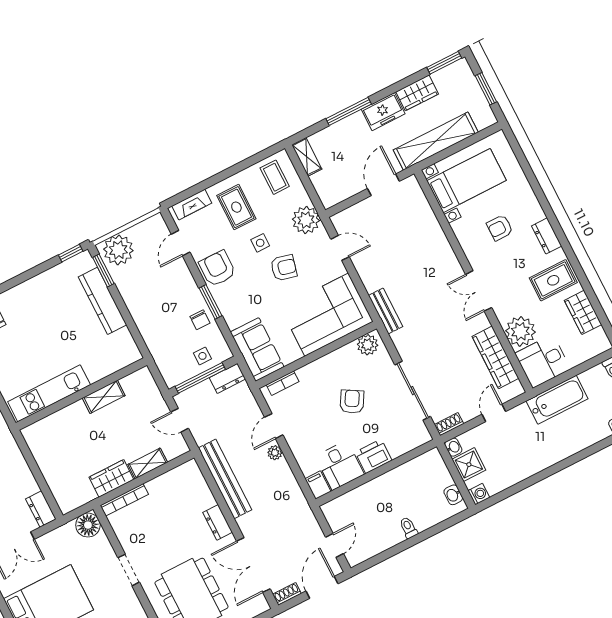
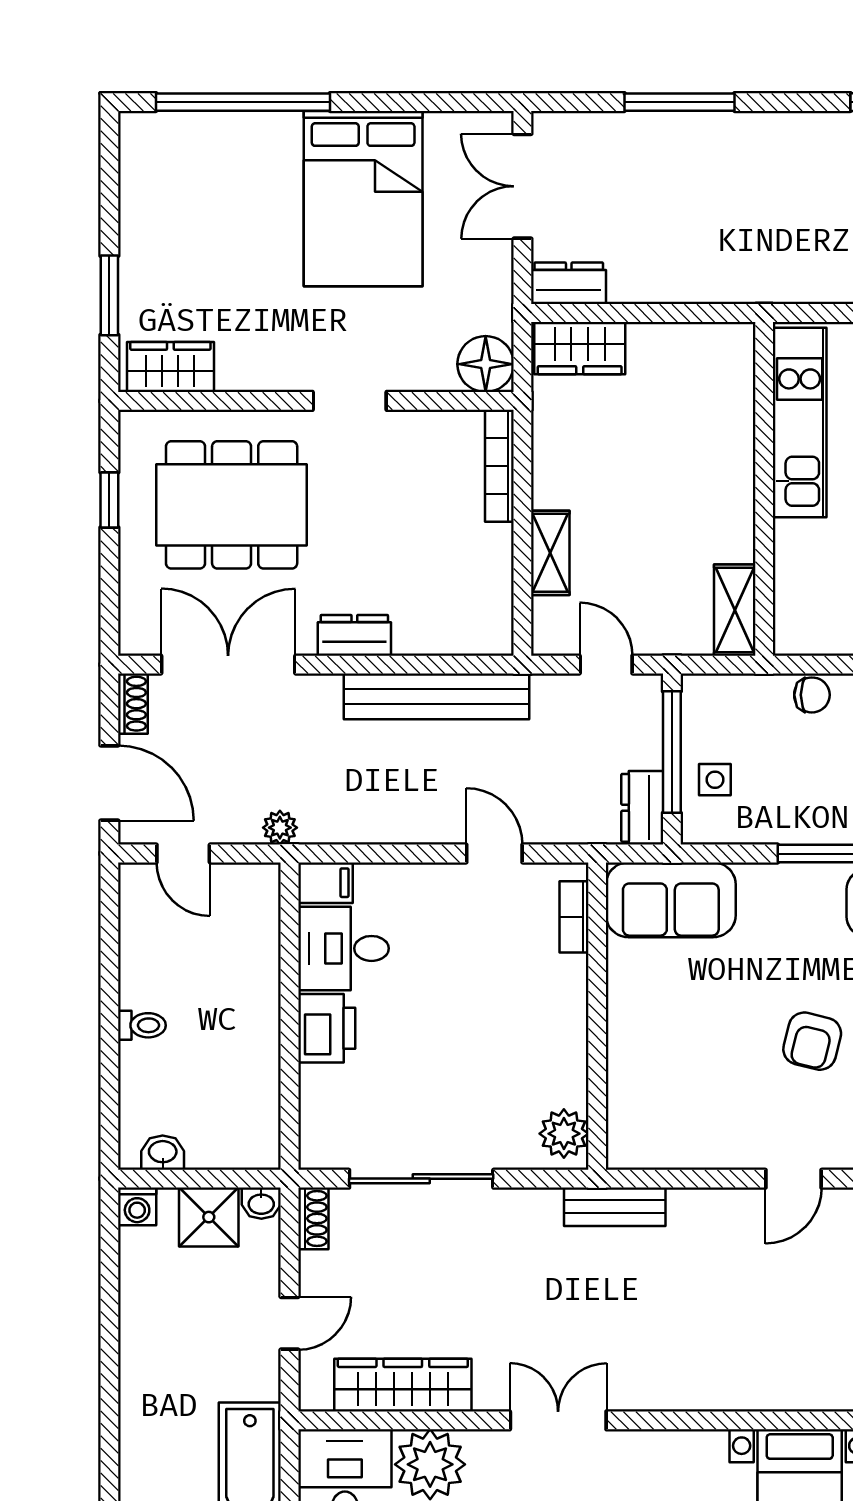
corner sofa: (327, 315) -> (670, 1081), removed
chair: (200, 320) -> (812, 695), moved, turned 180
shelving: (104, 397) -> (735, 610), moved
armchair: (352, 402) -> (463, 1041), removed
door: (494, 413) -> (290, 1323), hinge flipped
door: (180, 420) -> (606, 665), hinge flipped
plant: (275, 453) -> (280, 828), moved
wardrobe: (111, 478) -> (580, 348), moved, turned 90

